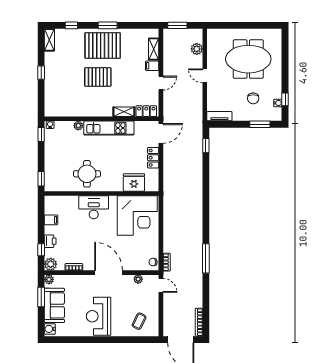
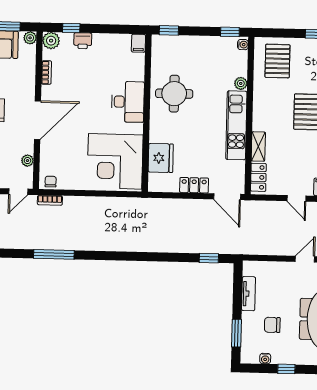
pallet: (61, 99) -> (277, 61), added
window: (285, 99) -> (286, 369), moved
tv unit: (219, 116) -> (249, 294), moved
filing cabinet: (51, 220) -> (138, 43), moved

